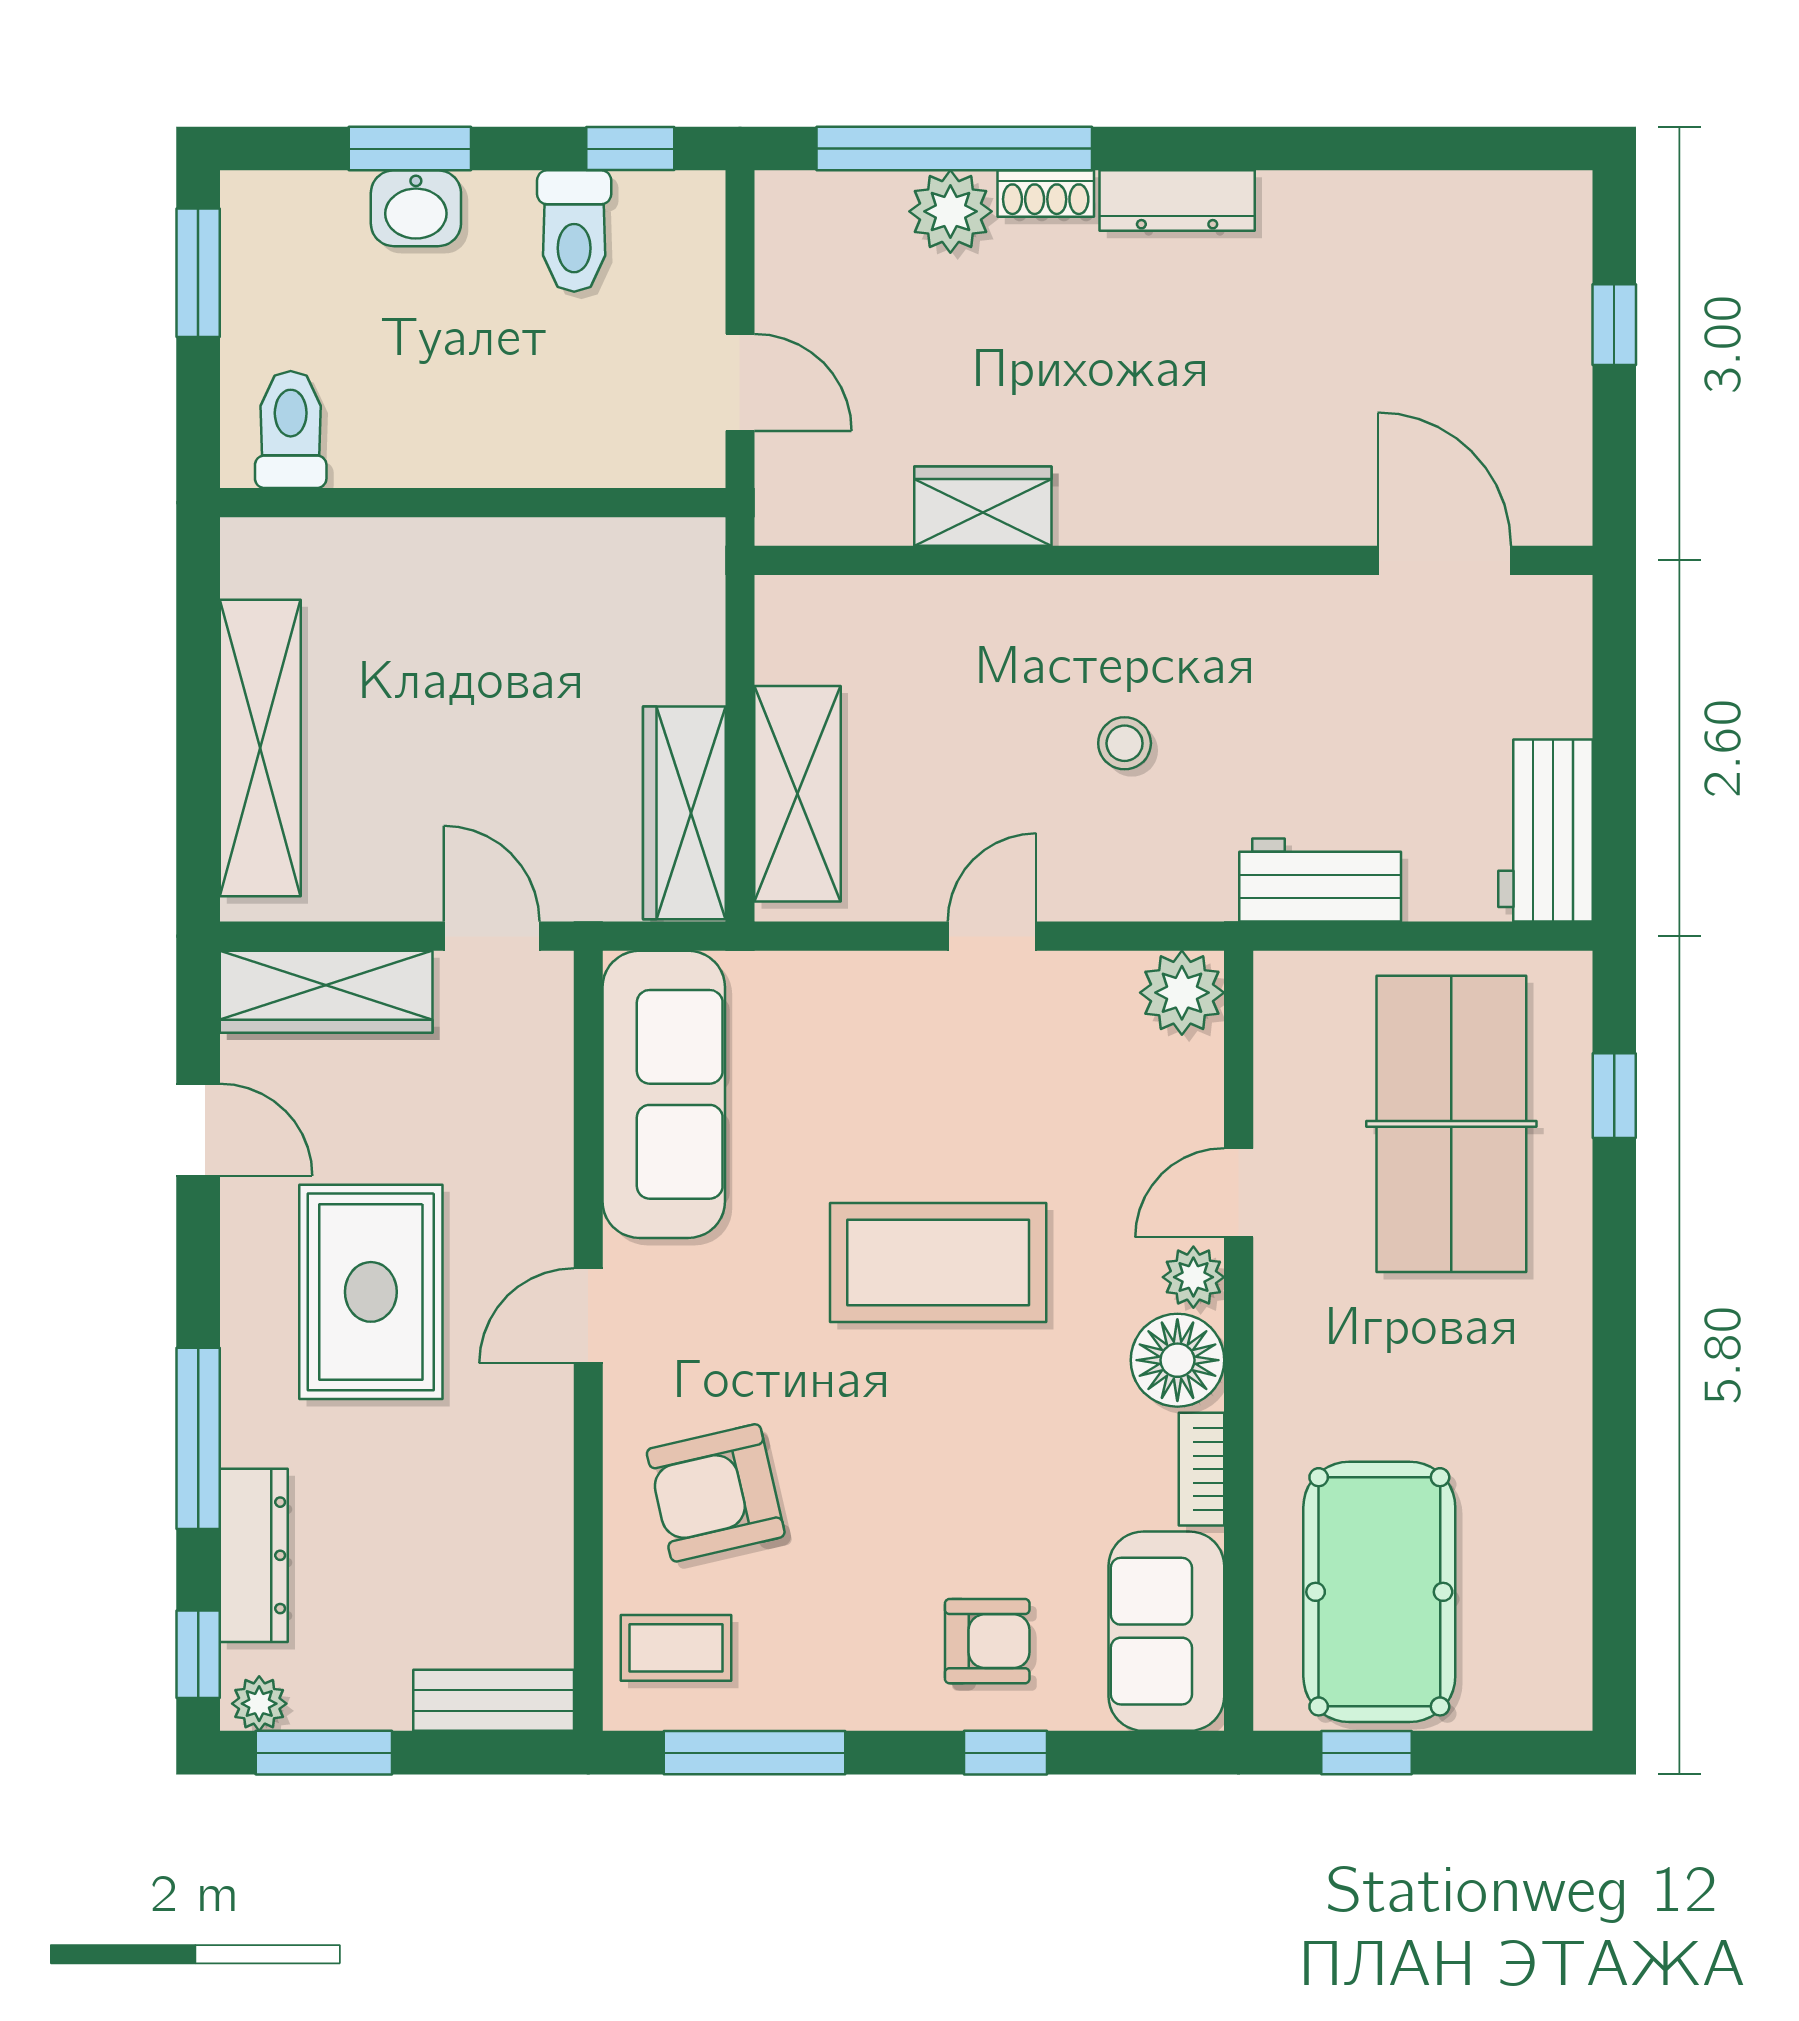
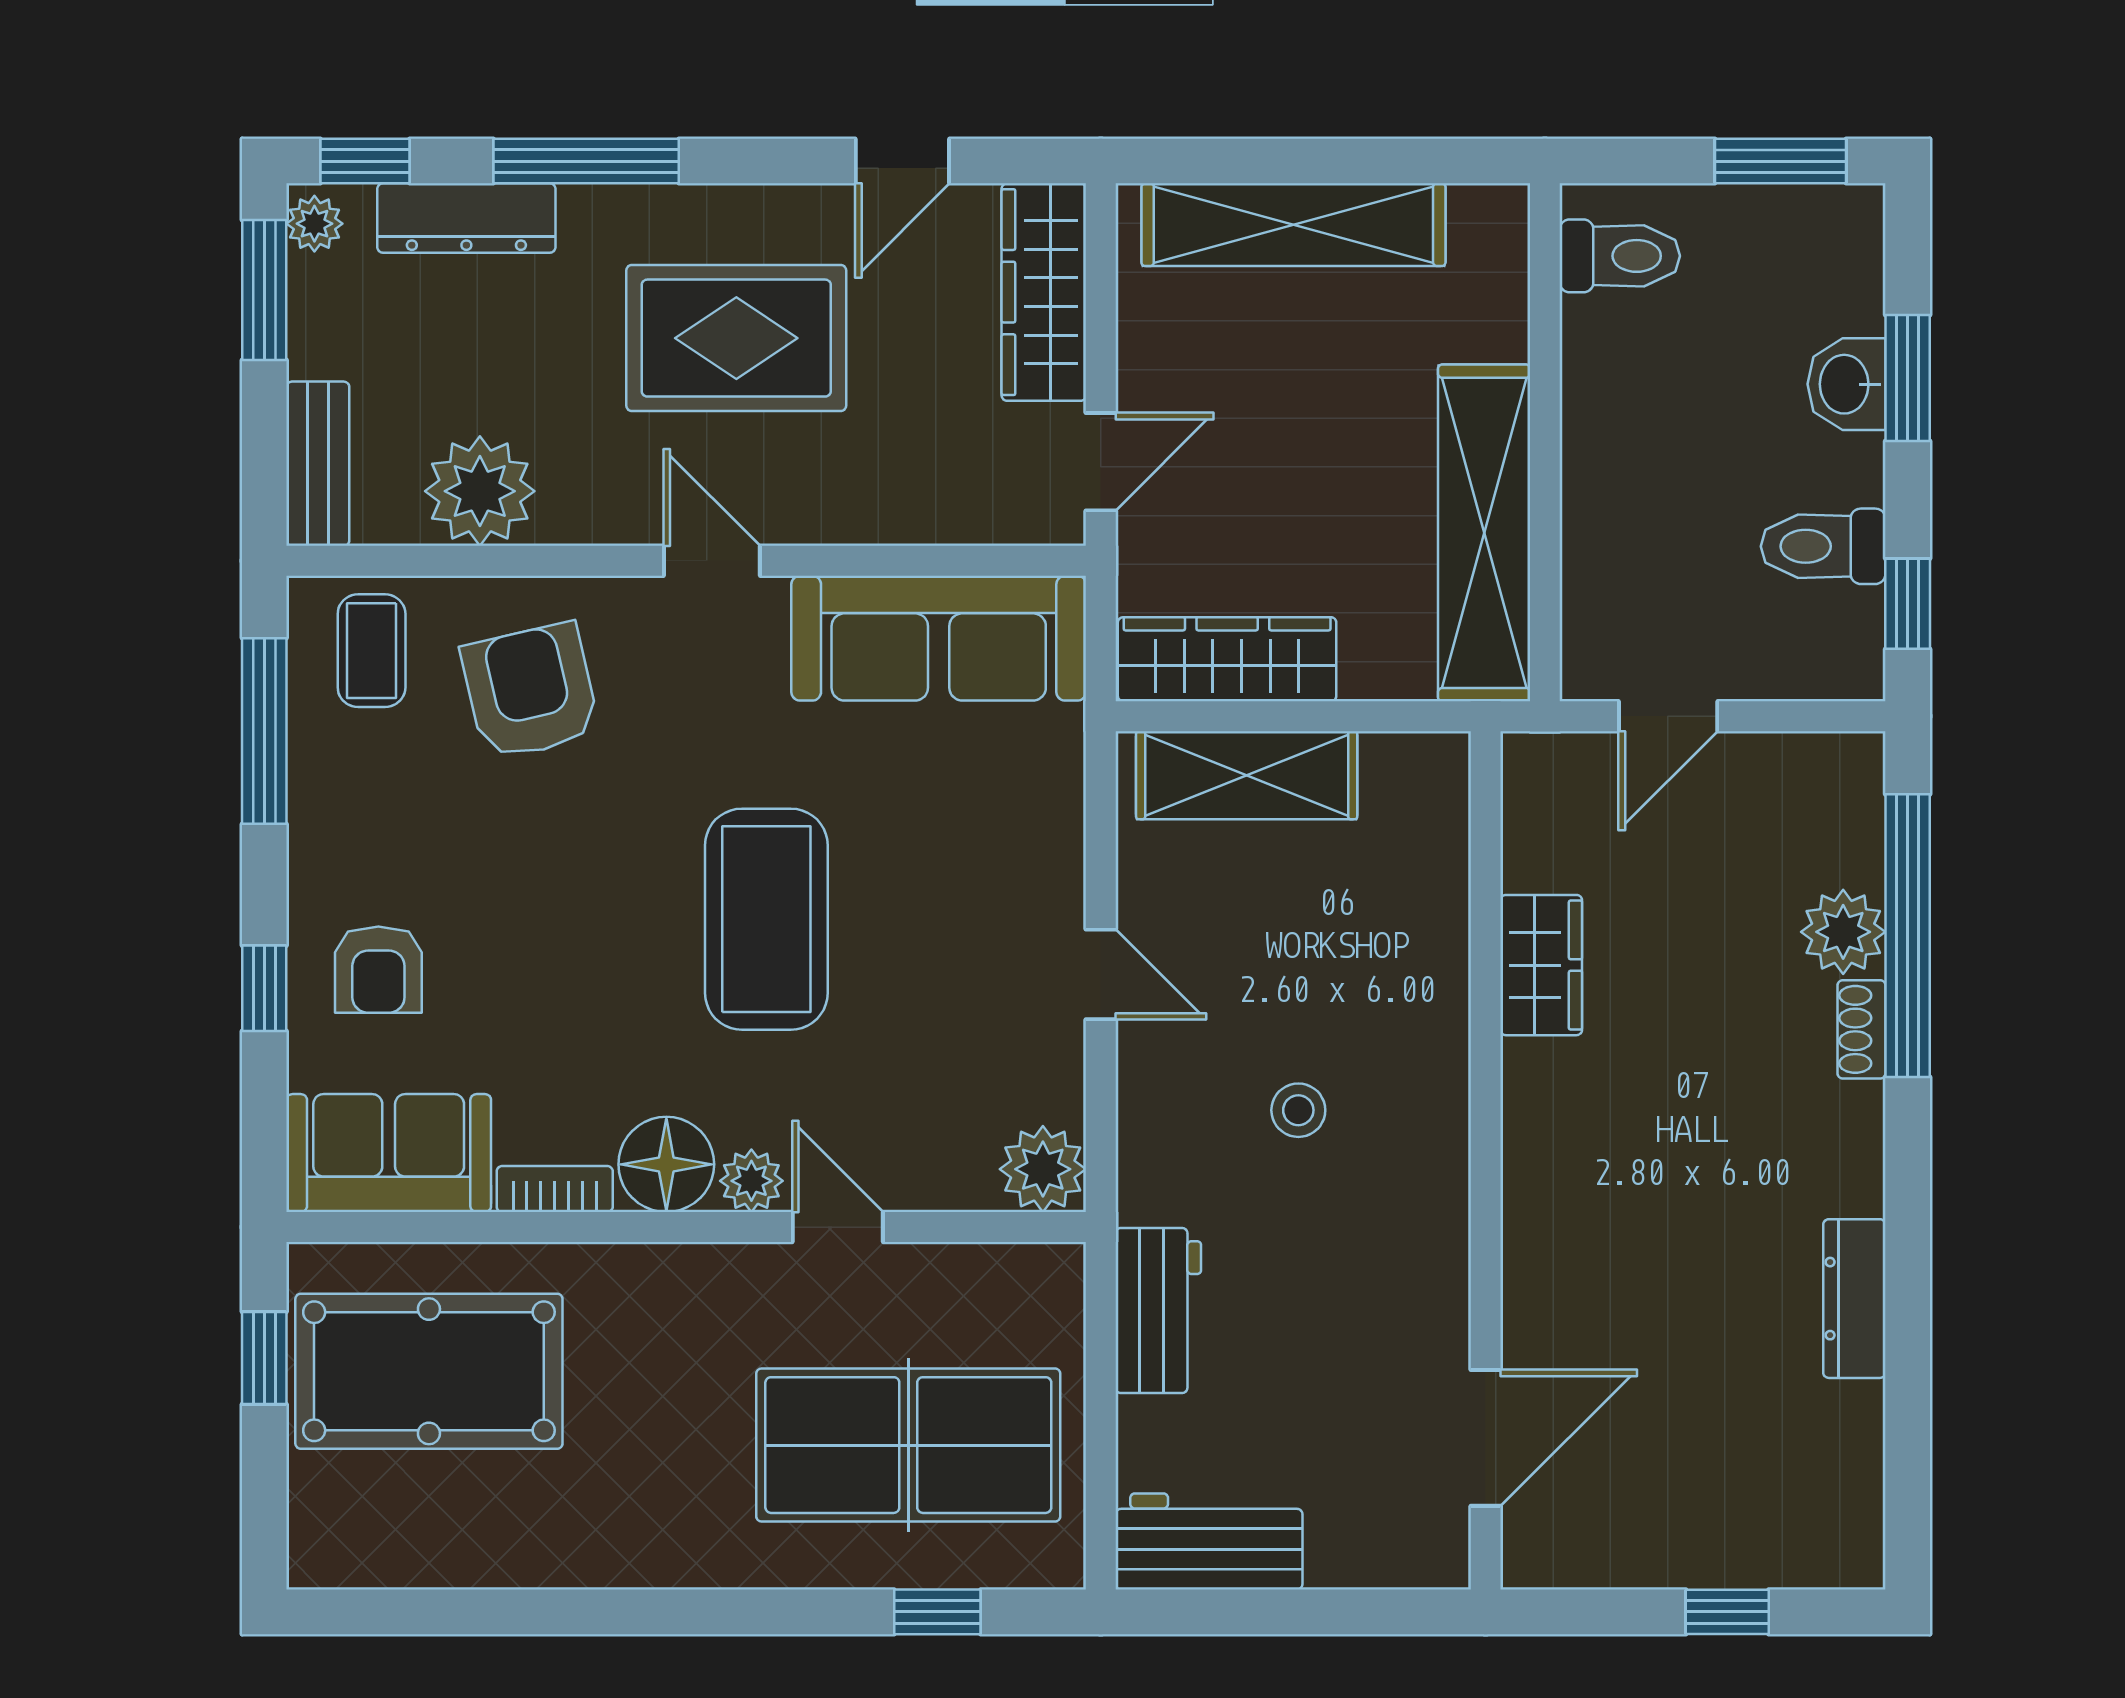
dresser: (1177, 201) -> (1854, 1299), moved
shelving: (561, 562) -> (1484, 533), added
plant: (520, 1542) -> (480, 491), added

